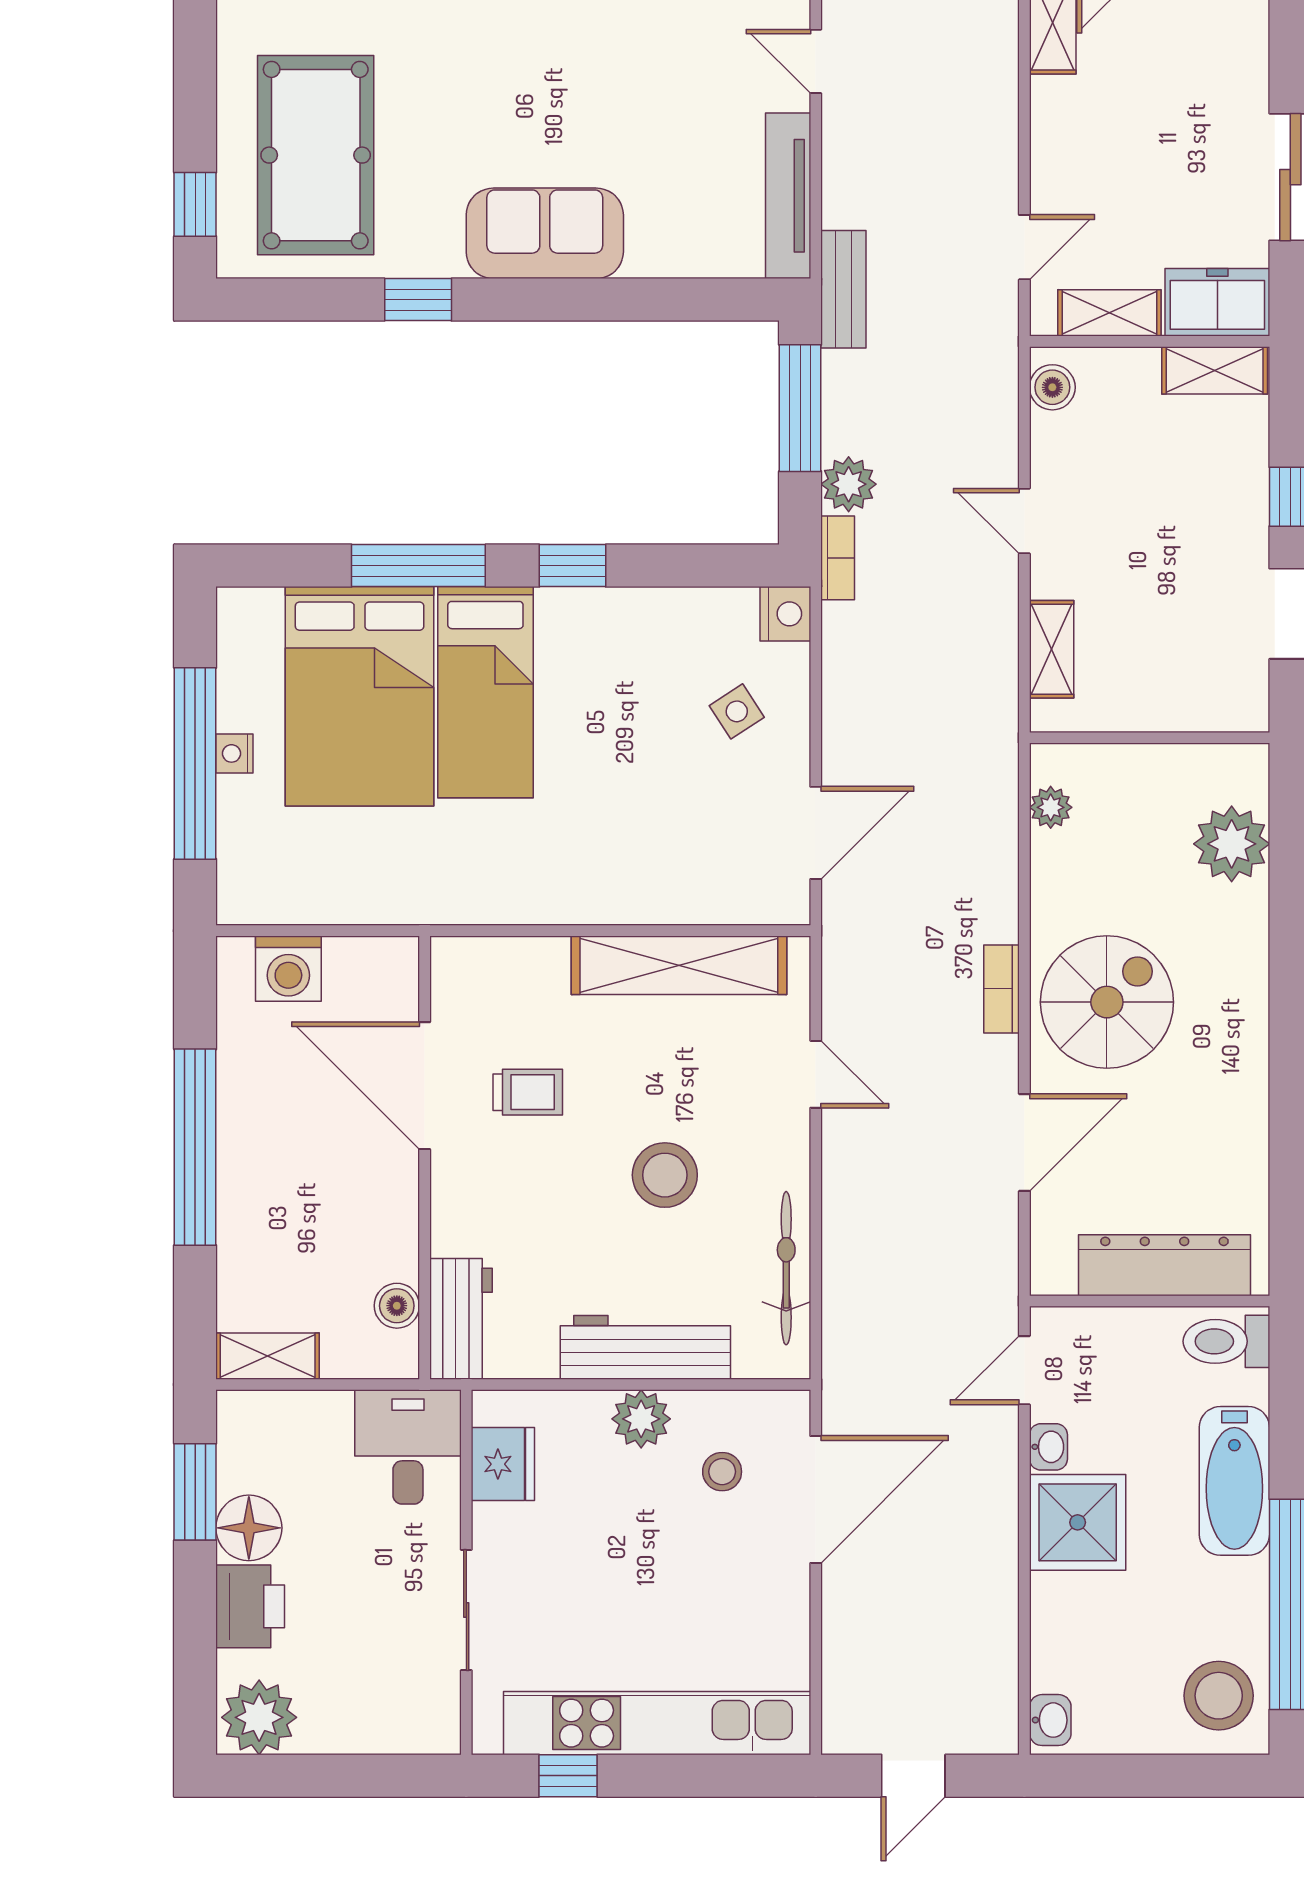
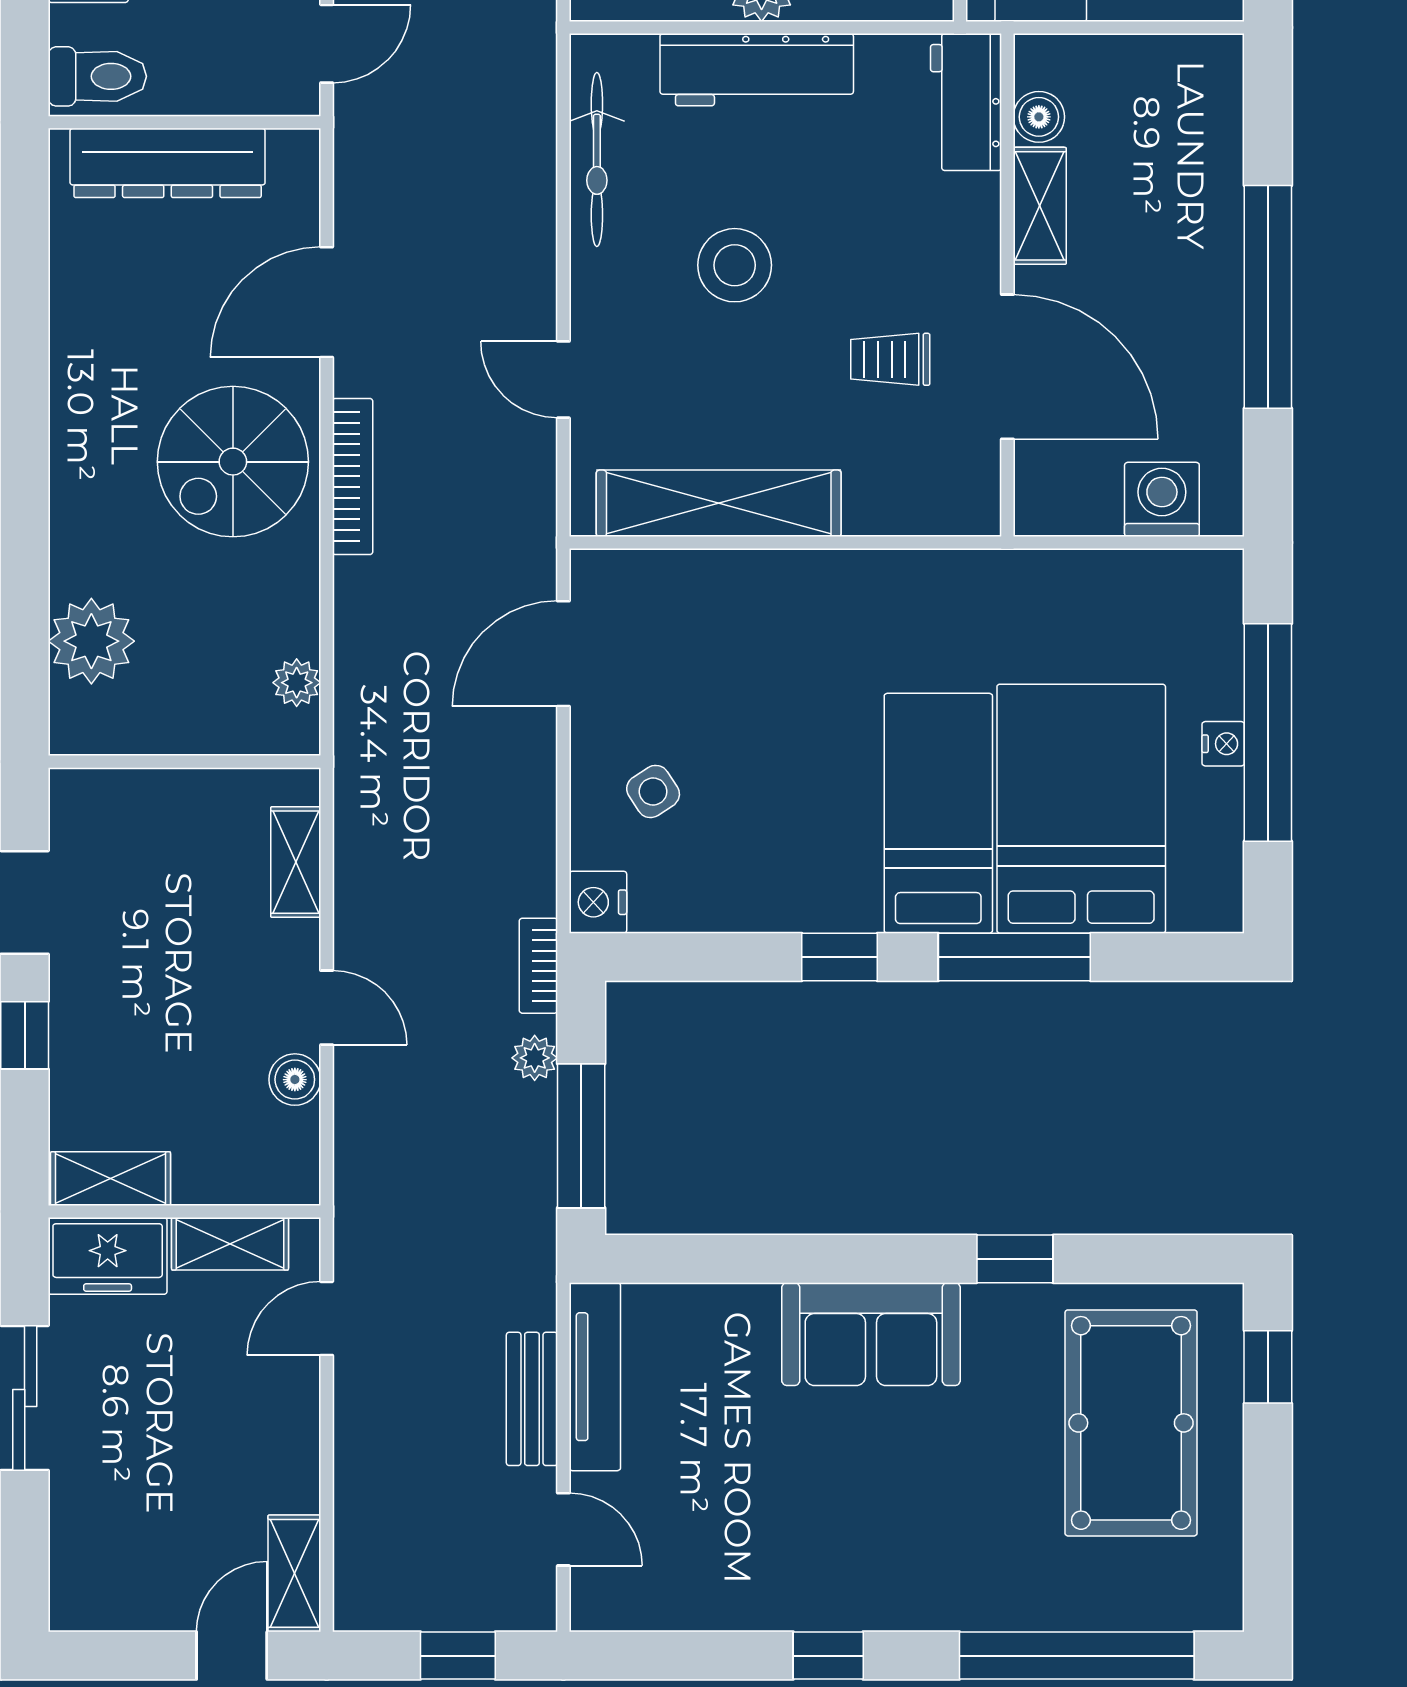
bench: (843, 289) -> (532, 1399), moved
boiler: (1052, 387) -> (295, 1080), moved
plant: (849, 484) -> (535, 1058), width x0.73, depth x0.73
bookcase: (1002, 989) -> (353, 476), width x1.56
shelving: (268, 1356) -> (1040, 206), moved, turned 90

